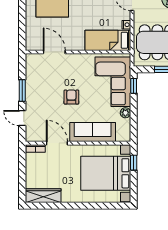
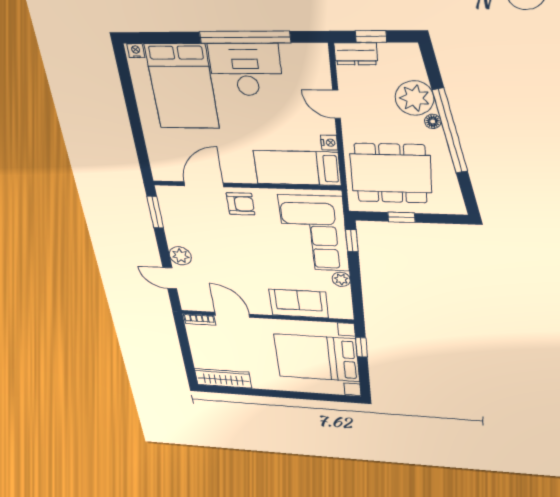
door: (54, 52) -> (204, 184), hinge flipped
window: (22, 90) -> (155, 212), moved
armchair: (71, 97) -> (241, 204), moved, turned 90
plant: (32, 101) -> (180, 256), added
sofa: (93, 132) -> (299, 304), width x0.73

